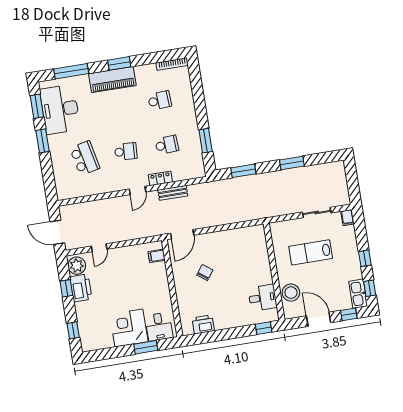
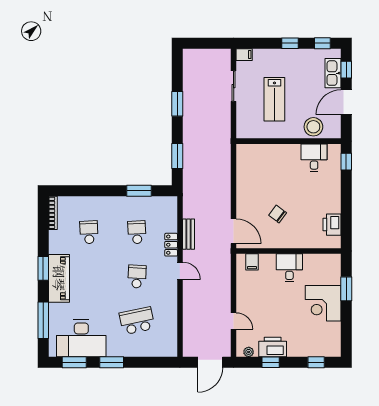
plant: (77, 266) -> (249, 352), width x0.53, depth x0.53
kitchen sink: (358, 294) -> (333, 73), moved, turned 90
desk: (159, 327) -> (289, 268), moved, turned -90

